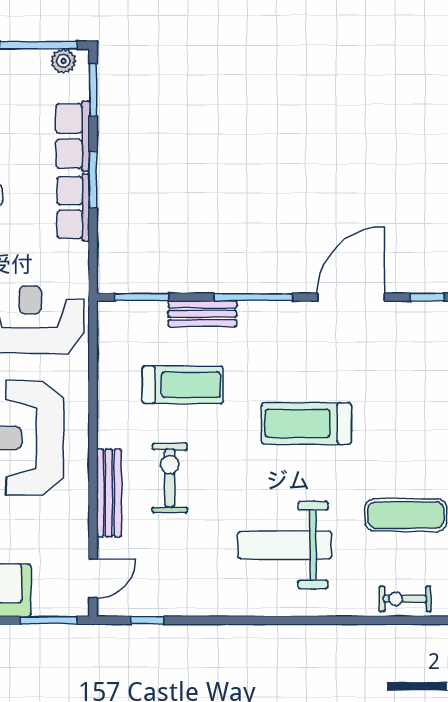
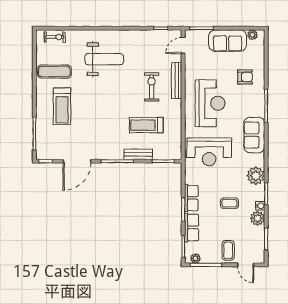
treadmill: (306, 423) -> (62, 106), moved, turned 90
exercise bike: (170, 478) -> (152, 87), turned 180

